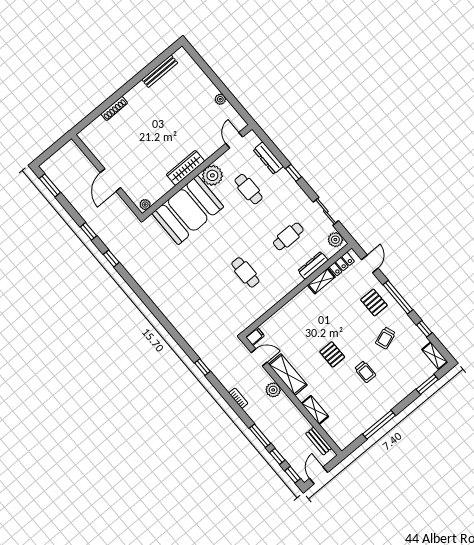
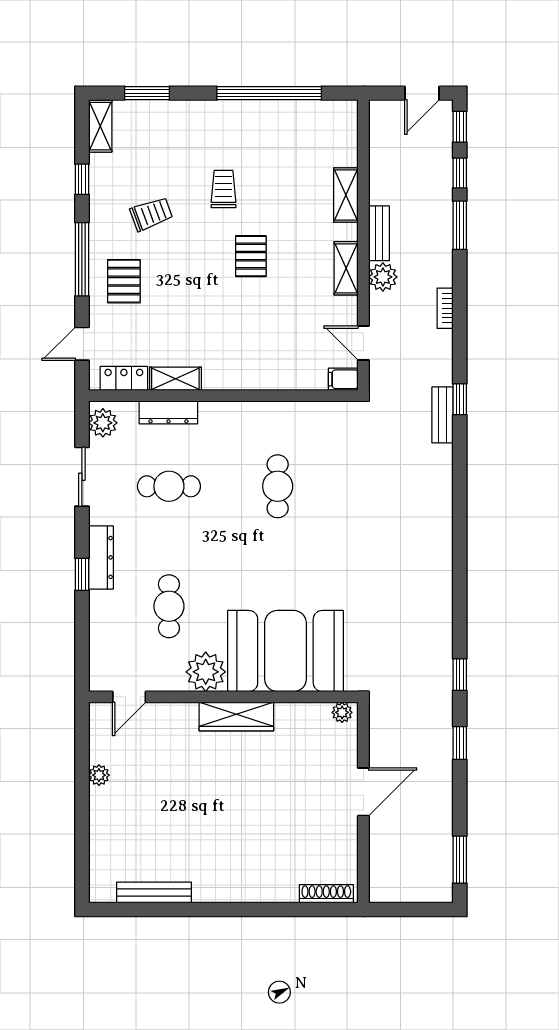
shoe rack: (114, 108) -> (326, 894), moved
dresser: (268, 158) -> (101, 557), moved
bench: (204, 355) -> (443, 415), added
shelving: (288, 375) -> (346, 268), width x0.67, depth x0.75
window: (379, 425) -> (269, 93), width x1.46
bench: (319, 441) -> (379, 233), moved

